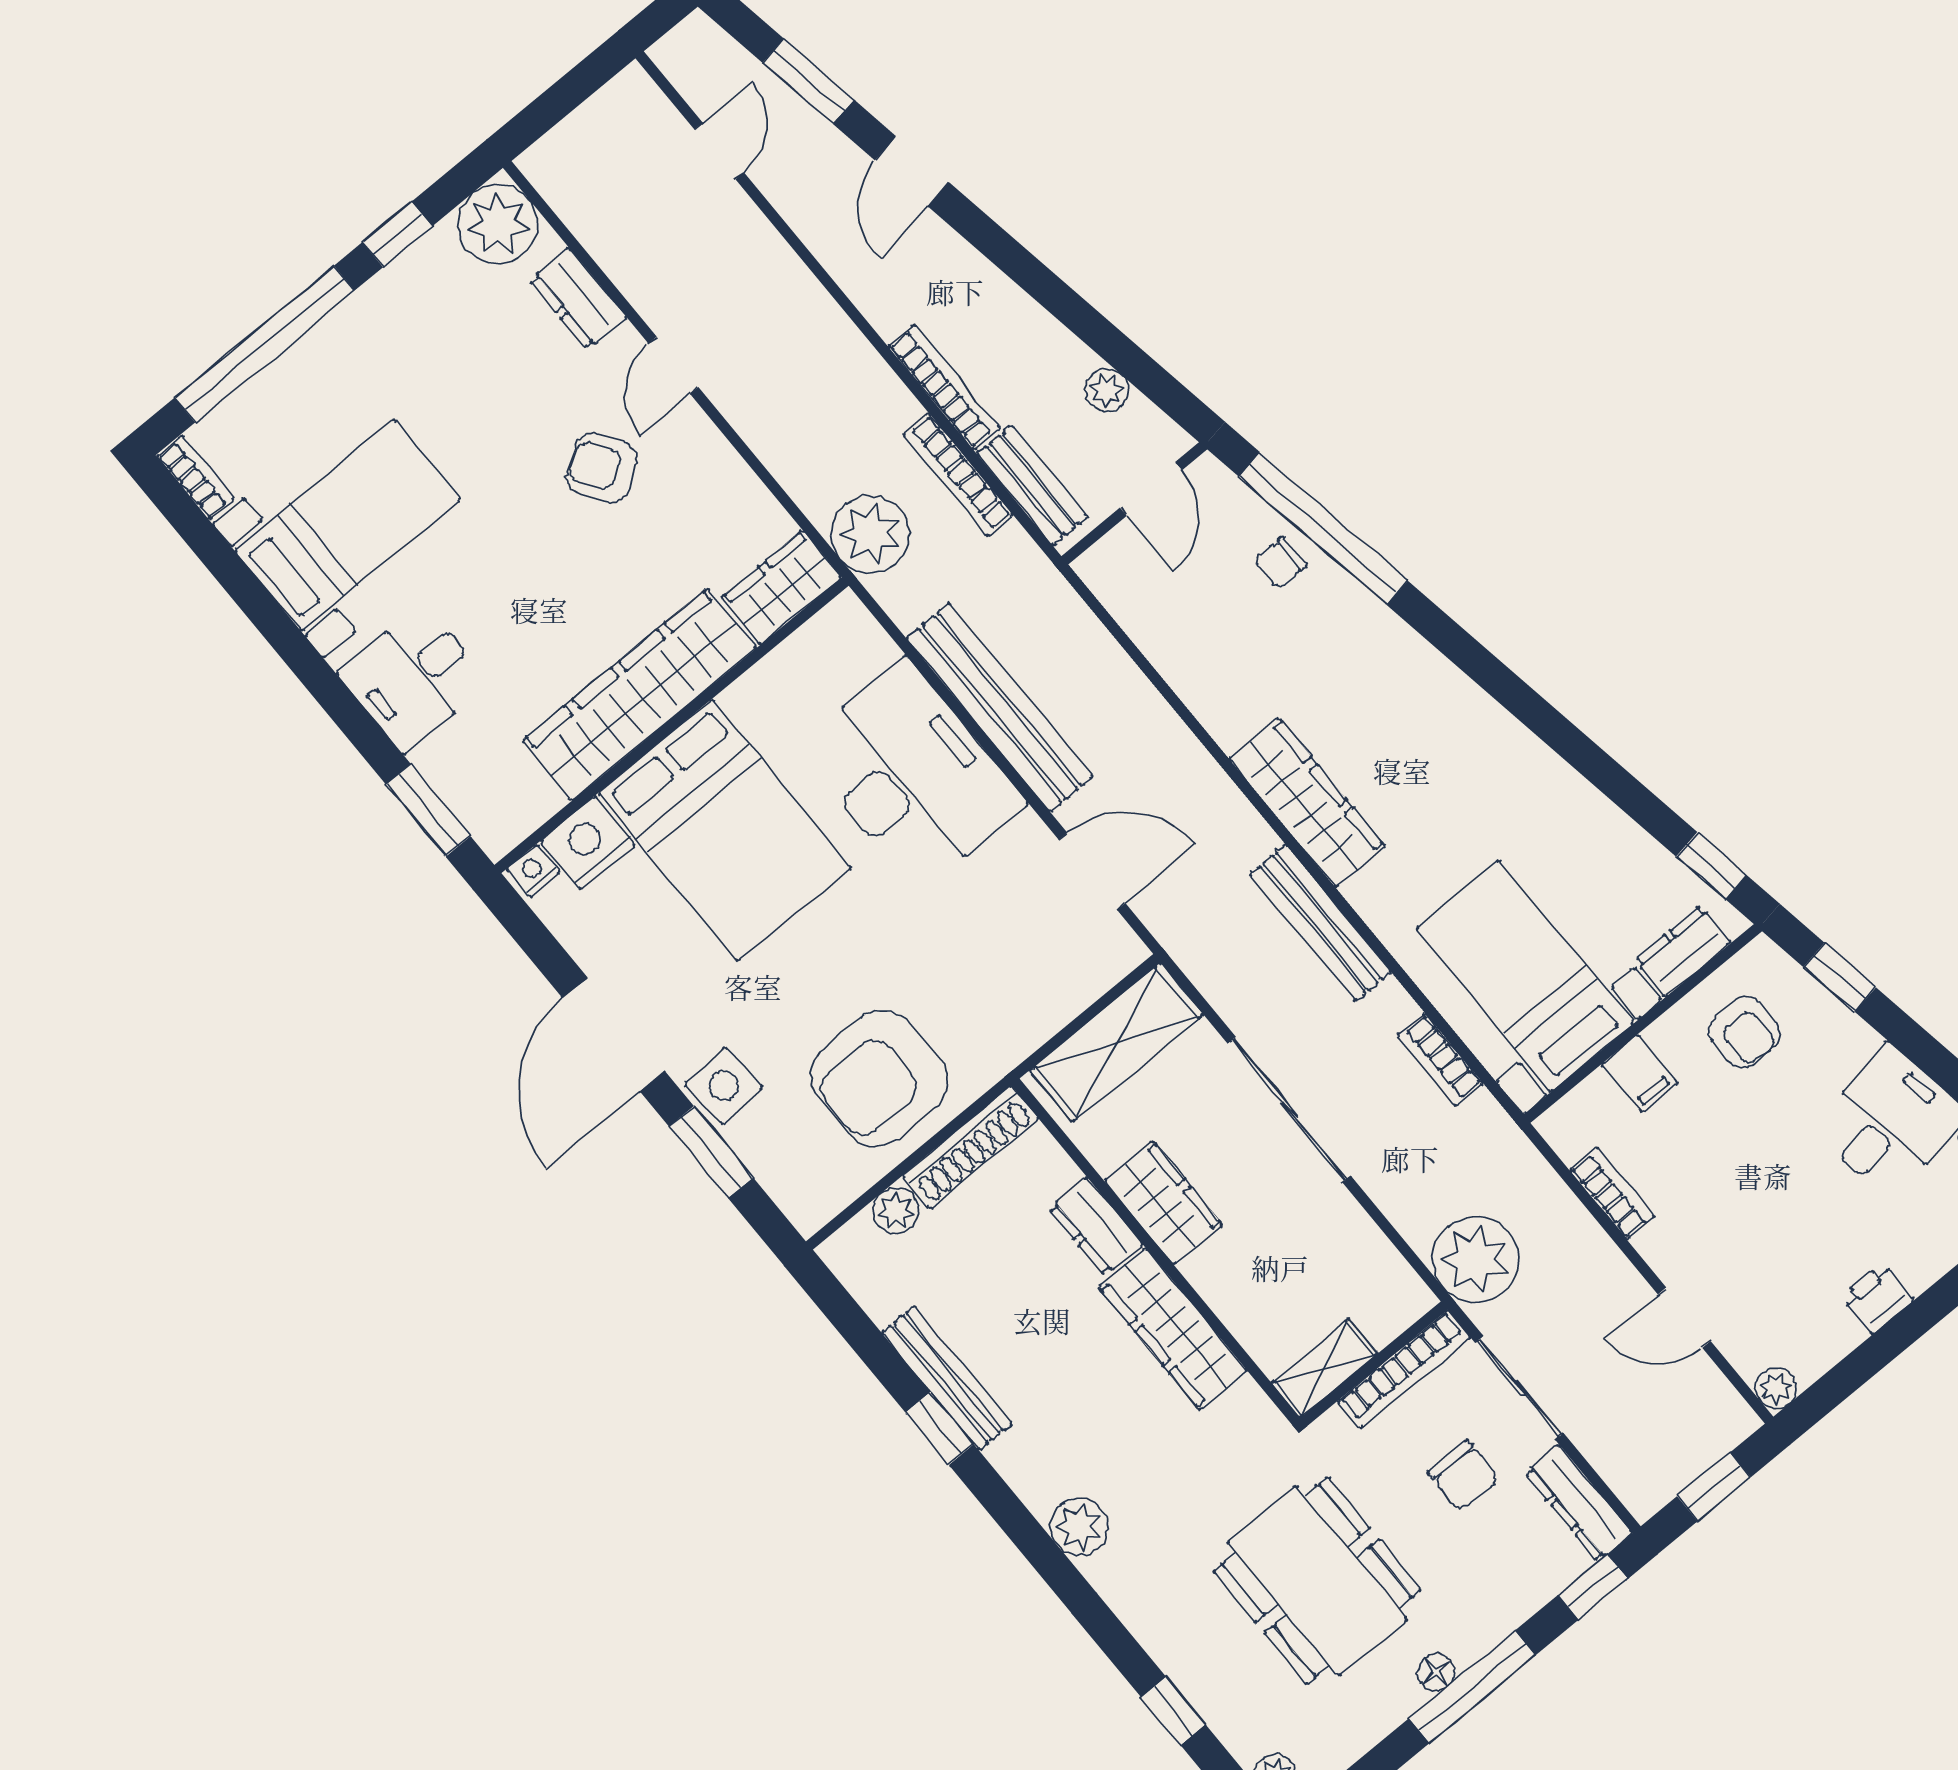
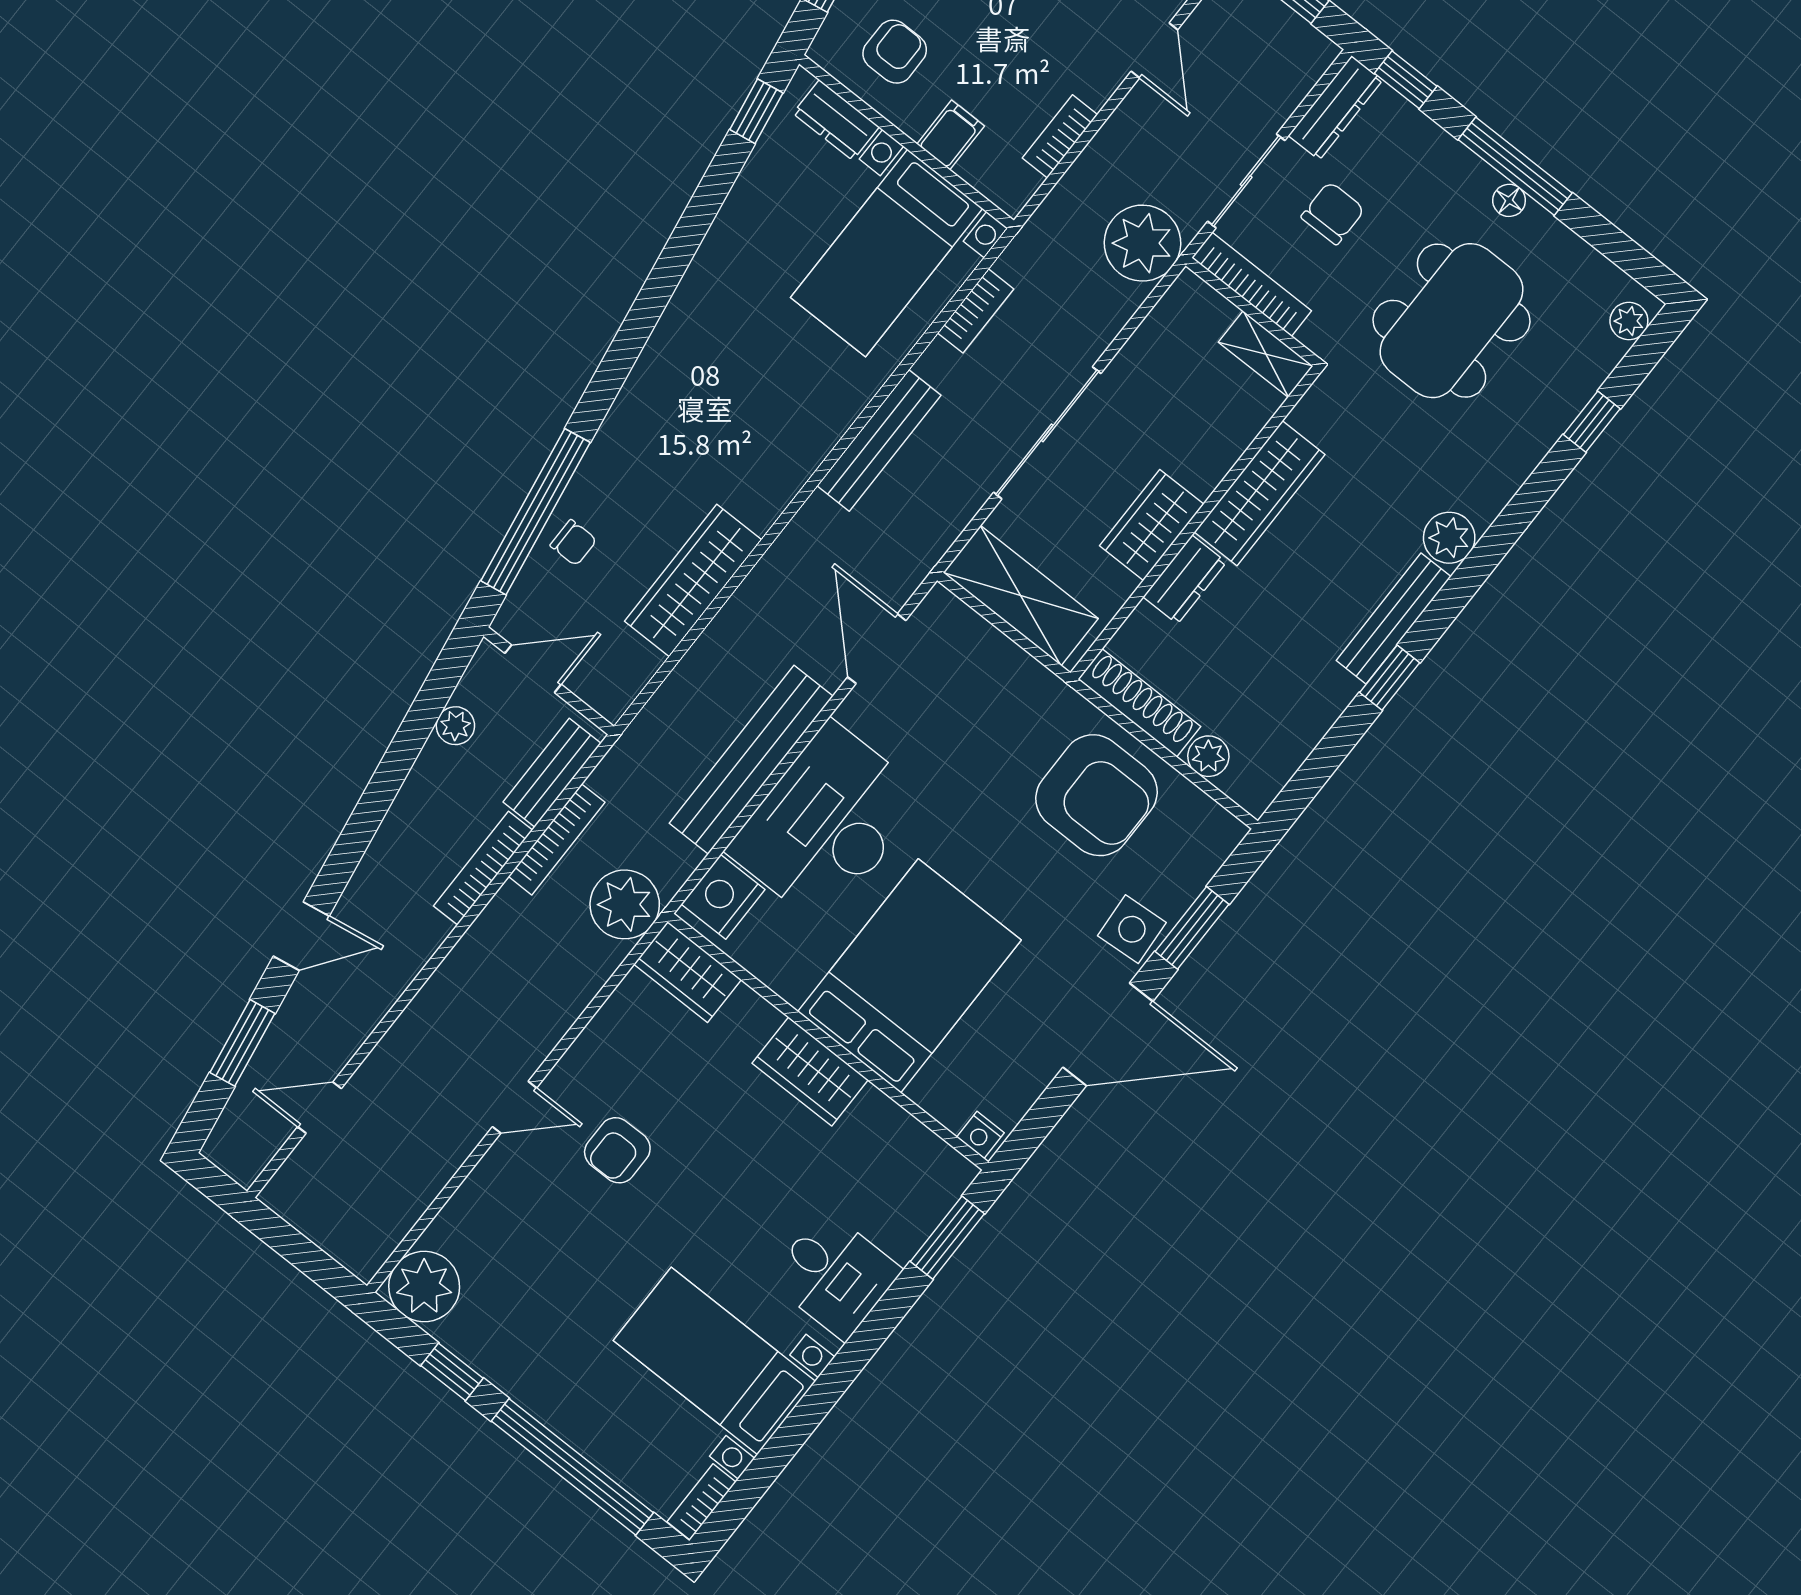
dresser: (578, 299) -> (475, 1203), removed
armchair: (602, 468) -> (617, 1150), turned 33
wardrobe: (639, 694) -> (810, 1071), width x0.48, depth x0.85
wardrobe: (1307, 803) -> (693, 580), moved
nightstand: (588, 843) -> (723, 897), moved, turned 90
bench: (947, 1378) -> (1394, 618), moved

